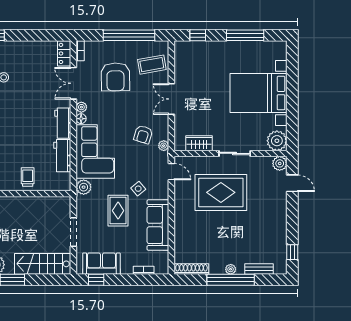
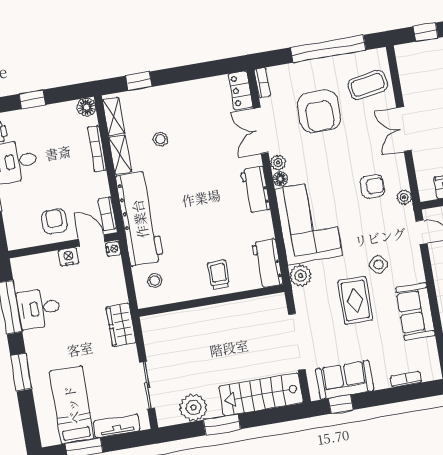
armchair: (143, 134) -> (372, 186), turned -107
workbench: (62, 156) -> (267, 263), moved
sofa: (158, 225) -> (415, 311), width x0.73
doorway: (73, 232) -> (297, 342), width x1.36

